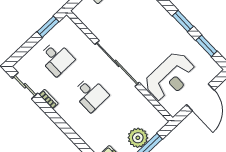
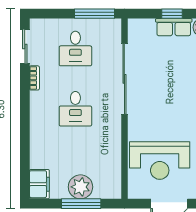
window: (48, 27) -> (94, 14), width x1.44
sliding door: (117, 63) -> (124, 79), moved

